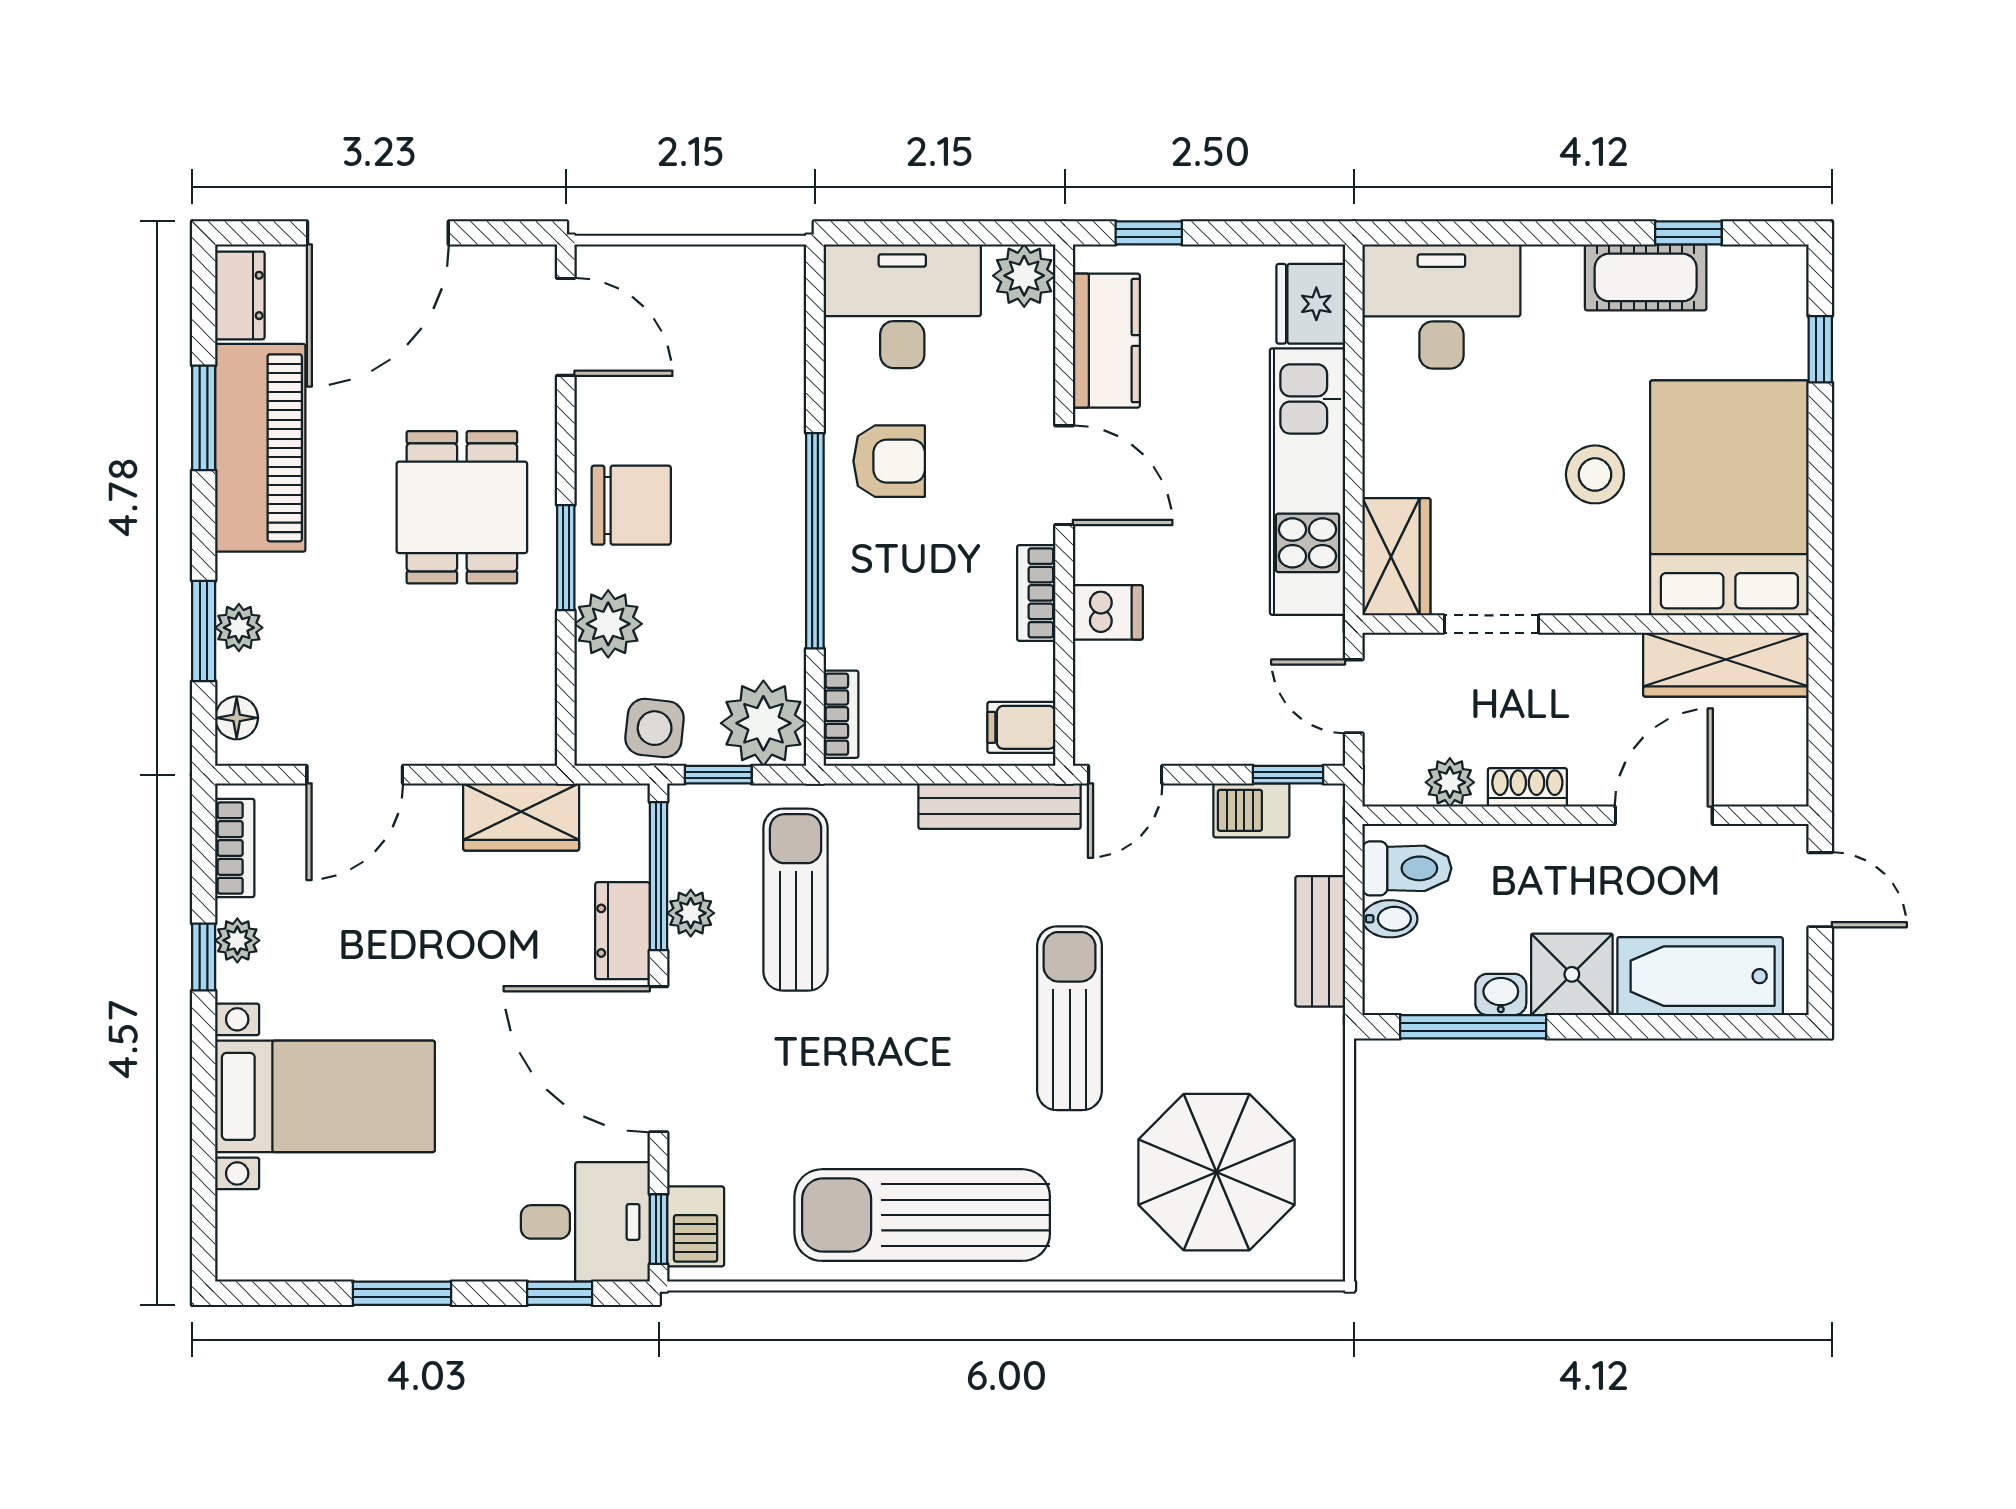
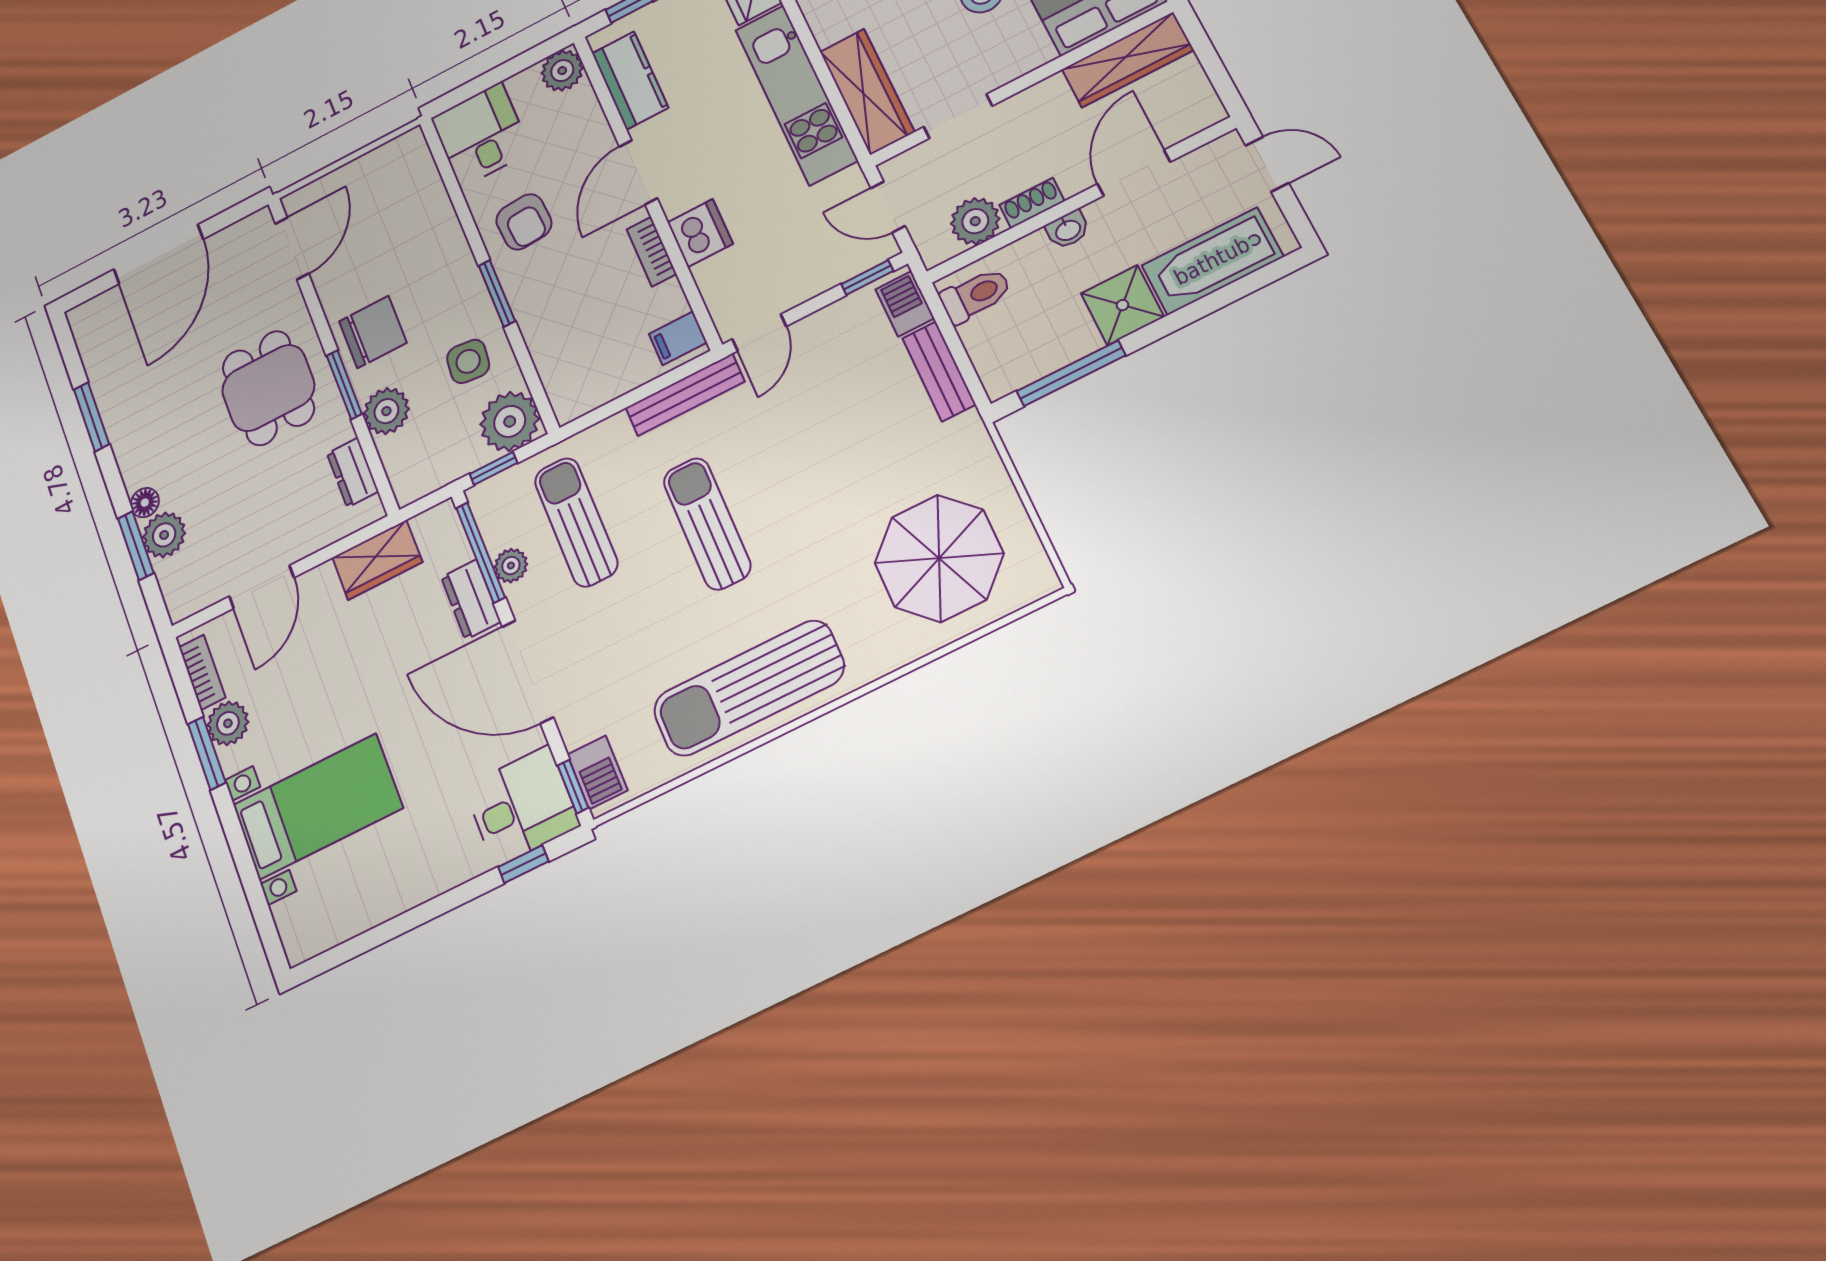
dresser: (240, 295) -> (353, 472), moved, turned 180
desk: (902, 306) -> (481, 135), width x0.73
door: (566, 327) -> (292, 248), hinge flipped
piano: (260, 448) -> (132, 417), removed
armchair: (889, 461) -> (524, 222), turned 86
door: (1064, 475) -> (638, 172), swing flipped
window: (815, 541) -> (497, 293), width x0.47
wardrobe: (1396, 557) -> (867, 92), width x1.50
dishwasher: (1108, 612) -> (700, 233), width x1.38
plant: (239, 628) -> (164, 535), width x1.38, depth x1.38
bookcase: (841, 714) -> (557, 390), removed
floor lamp: (237, 718) -> (145, 503), moved
side table: (655, 728) -> (468, 361), moved
plant: (1450, 782) -> (975, 221), width x1.38, depth x1.38
barbecue: (1251, 810) -> (905, 304), moved, turned 90
bidet: (1390, 919) -> (980, 333), removed
plant: (237, 940) -> (228, 723), width x1.38, depth x1.38
window: (204, 957) -> (207, 753), width x1.50
washbasin: (1501, 994) -> (1068, 230), moved, turned 180
sun lounger: (1070, 1018) -> (707, 524), moved
window: (402, 1293) -> (417, 916), removed

